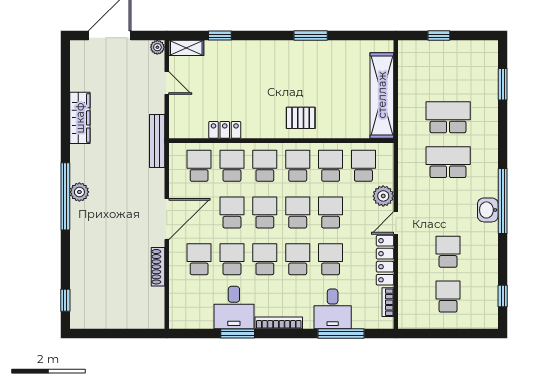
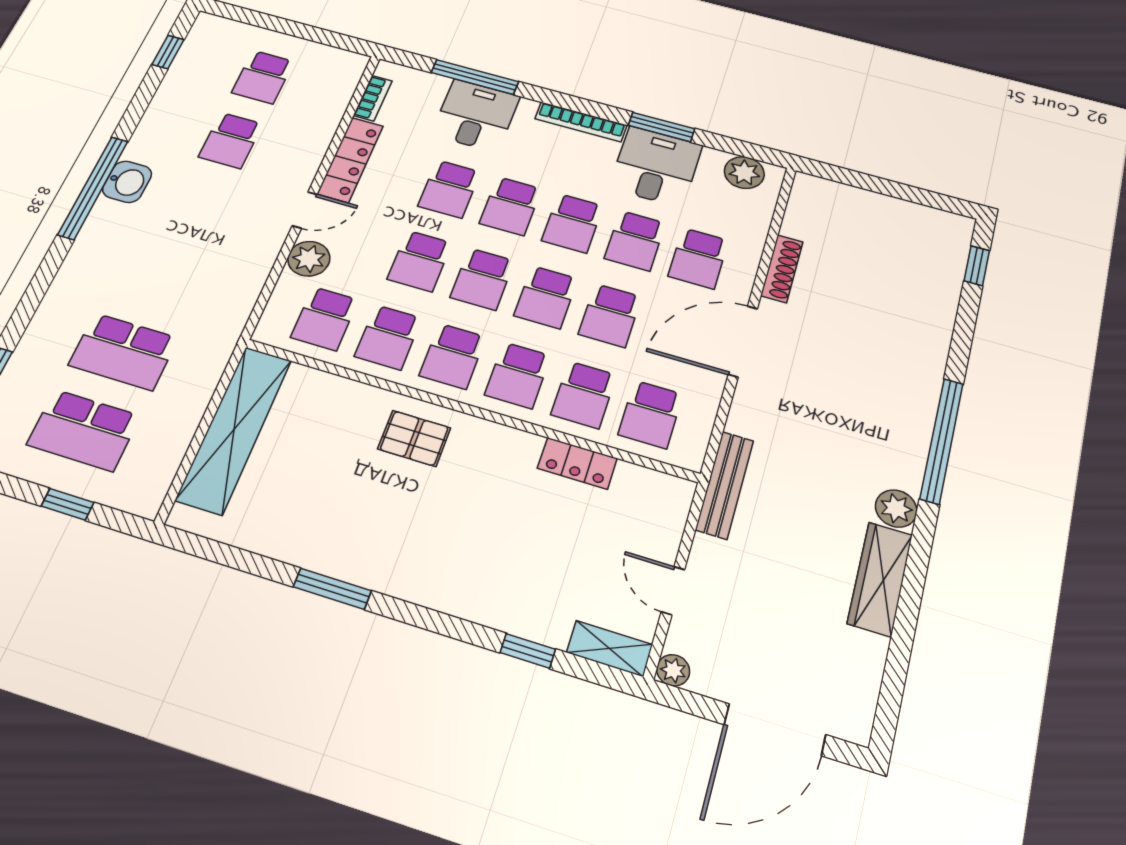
school desk: (448, 162) -> (84, 430), moved
plant: (79, 192) -> (896, 508), moved
plant: (189, 319) -> (744, 173), added

